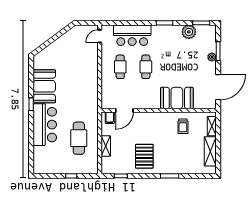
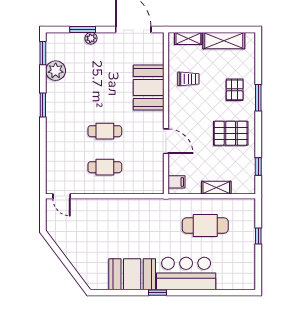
bar counter: (132, 35) -> (60, 150), removed
door: (124, 110) -> (166, 141), moved
pallet: (175, 159) -> (235, 90), added

